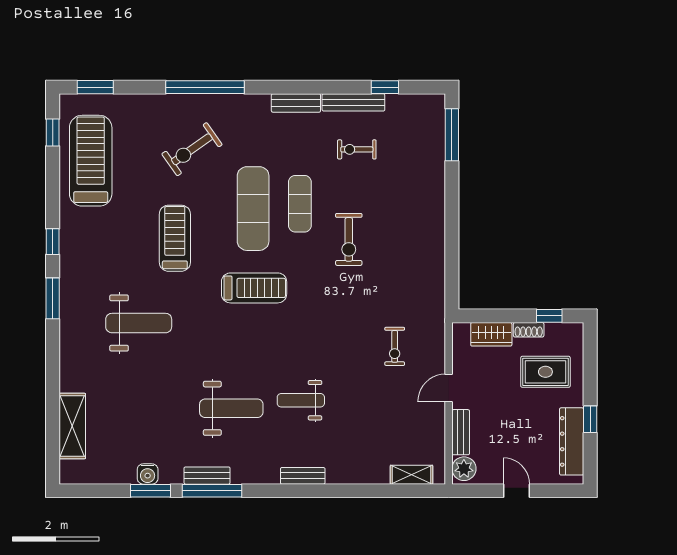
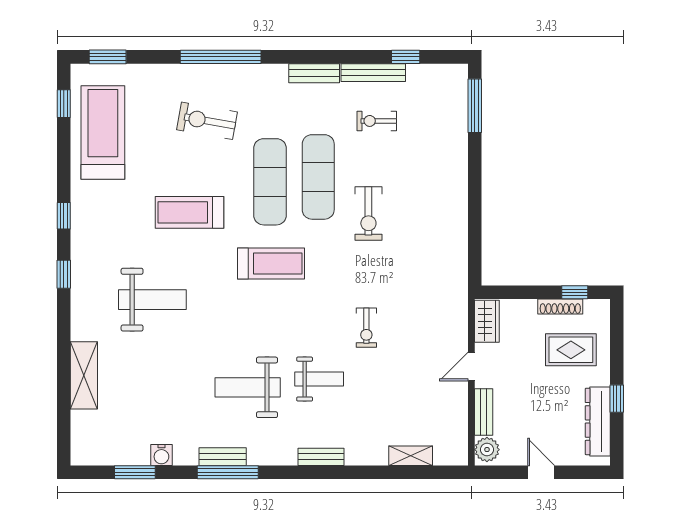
exercise bike: (192, 149) -> (207, 121), turned 45
exercise mat: (300, 204) -> (318, 177), width x1.36, depth x1.45
treadmill: (175, 238) -> (189, 212), turned -90
window: (53, 298) -> (64, 274), width x0.67
shoe rack: (529, 330) -> (560, 307), width x1.43
wardrobe: (491, 334) -> (487, 321), moved, turned -90
exercise bike: (395, 346) -> (366, 328), moved
weight bench: (301, 400) -> (319, 379), turned 180
weight bench: (231, 408) -> (248, 387), turned 180
shelving: (72, 426) -> (84, 375), moved
shelving: (412, 475) -> (411, 456), moved
window: (150, 491) -> (135, 472), moved

